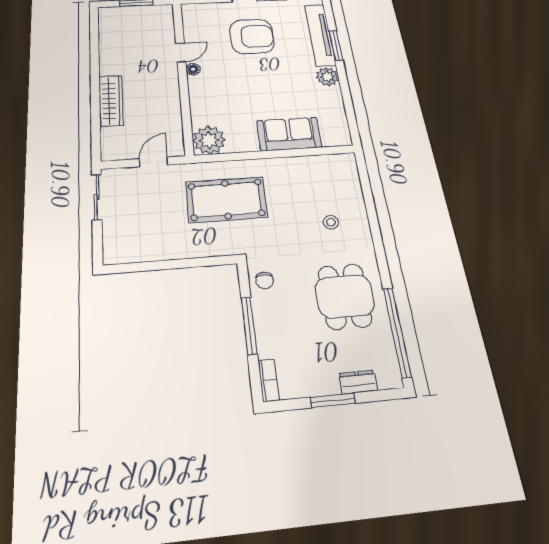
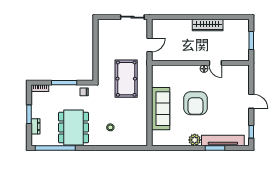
armchair: (252, 36) -> (195, 103), moved
wardrobe: (111, 101) -> (208, 25), moved
sofa: (289, 134) -> (161, 109), width x1.36
plant: (209, 140) -> (160, 73), removed
door: (153, 162) -> (149, 45), hinge flipped
dining table: (345, 296) -> (73, 128), width x1.38

